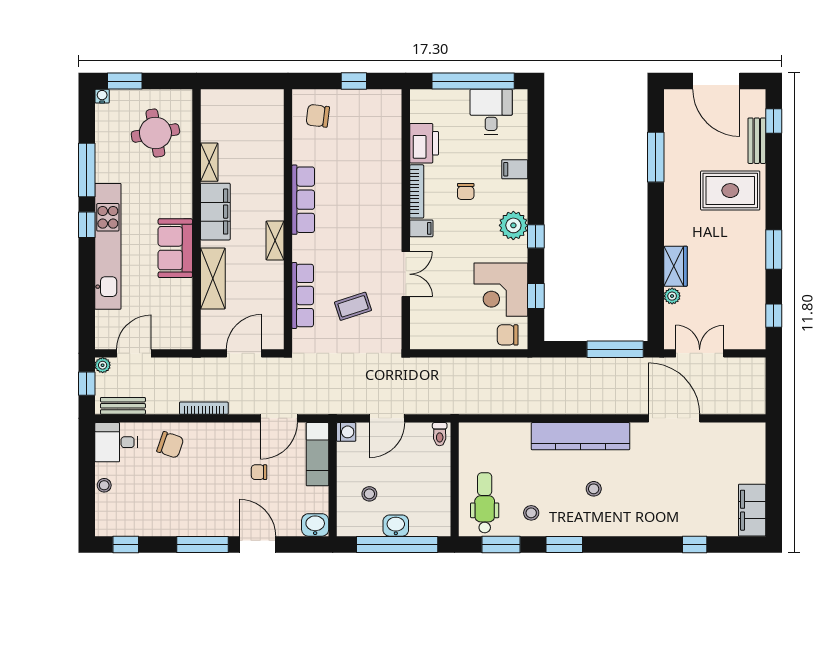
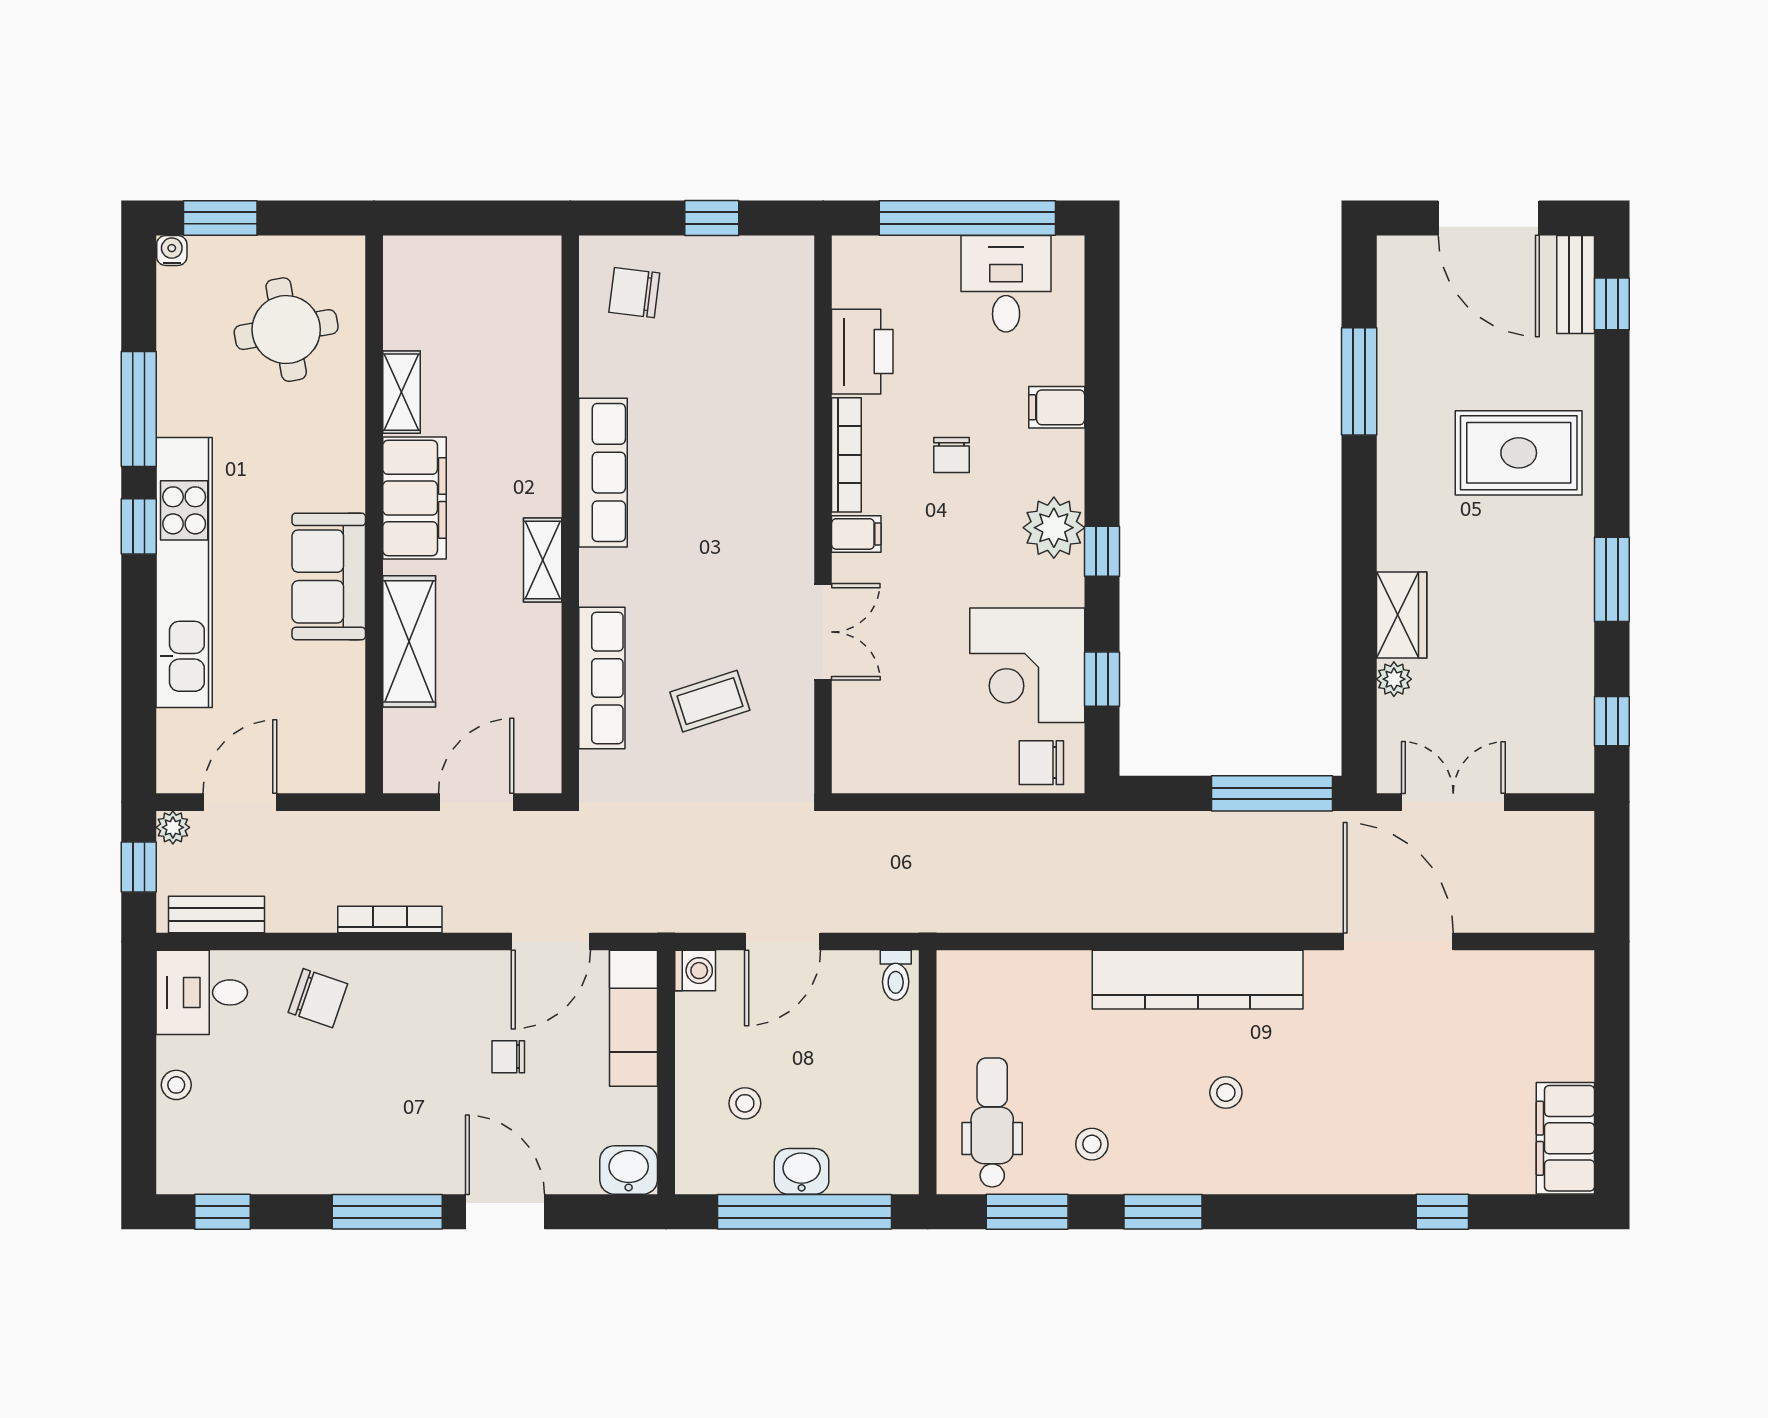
bench: (757, 141) -> (1576, 285), moved

